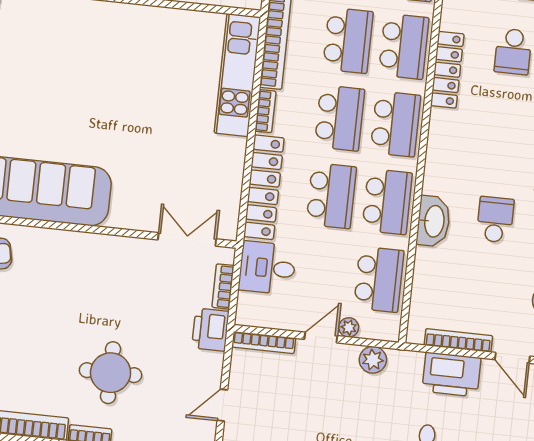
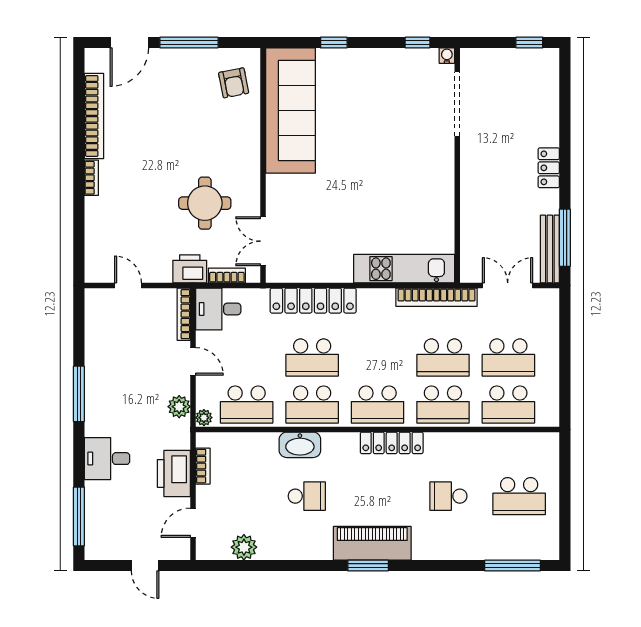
locker: (447, 70) -> (392, 443), moved
bookcase: (265, 111) -> (377, 295), removed
school desk: (340, 118) -> (378, 357), removed
double door: (187, 239) -> (263, 241), swing flipped
desk: (267, 268) -> (218, 309), moved, turned -90
plant: (349, 327) -> (204, 418), moved
bookcase: (458, 340) -> (203, 466), width x0.64
round table: (111, 373) -> (205, 203), moved

